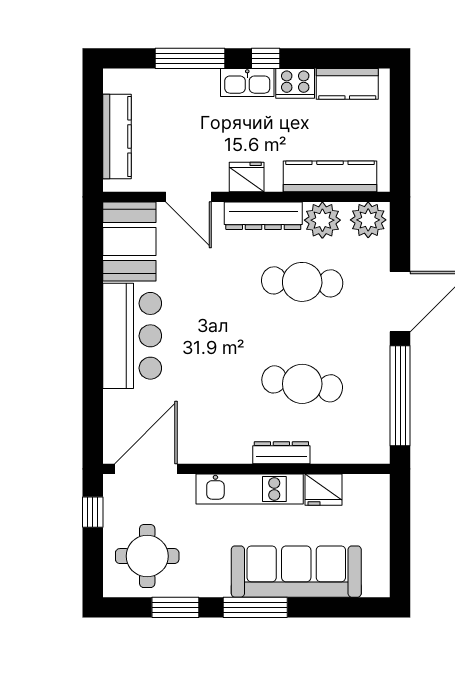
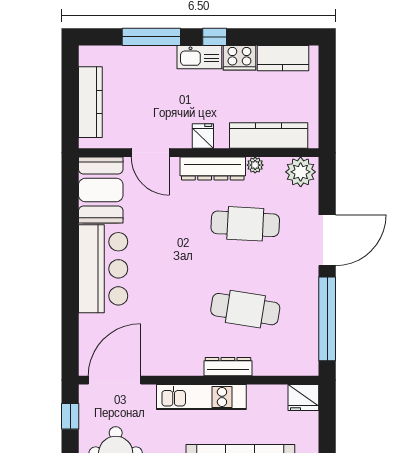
fridge: (247, 177) -> (203, 136), width x0.72
plant: (322, 220) -> (255, 165), width x0.53, depth x0.53
fridge: (324, 490) -> (303, 398), moved

